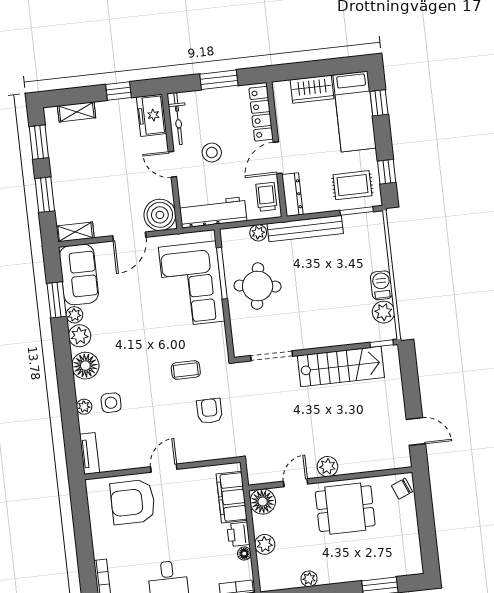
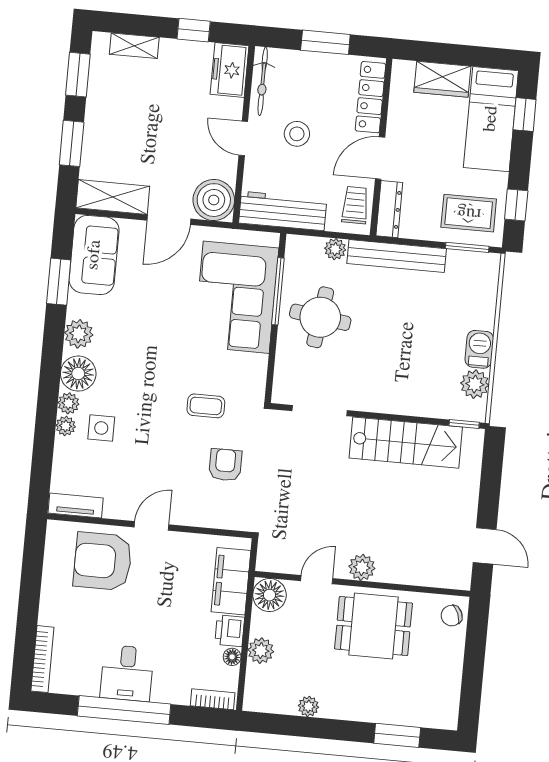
shelving: (75, 232) -> (113, 197), width x1.50, depth x1.33
plant: (74, 315) -> (69, 403), moved
tv unit: (90, 453) -> (76, 505), moved, turned -90

